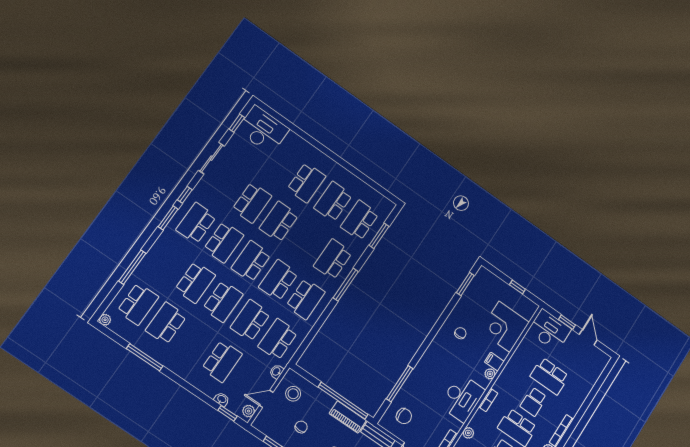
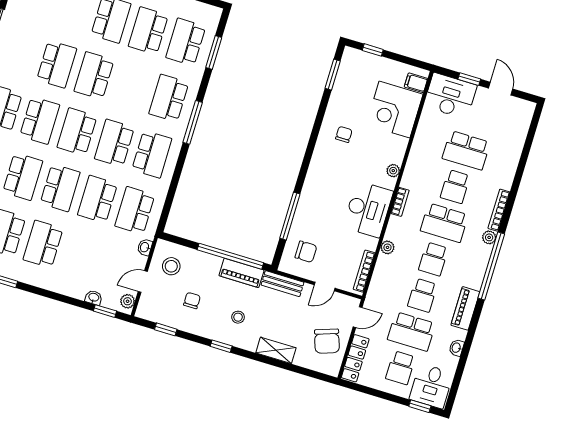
window: (517, 287) -> (373, 50), moved
school desk: (222, 361) -> (43, 244), moved, turned 180
filing cabinet: (494, 362) -> (416, 83), moved

